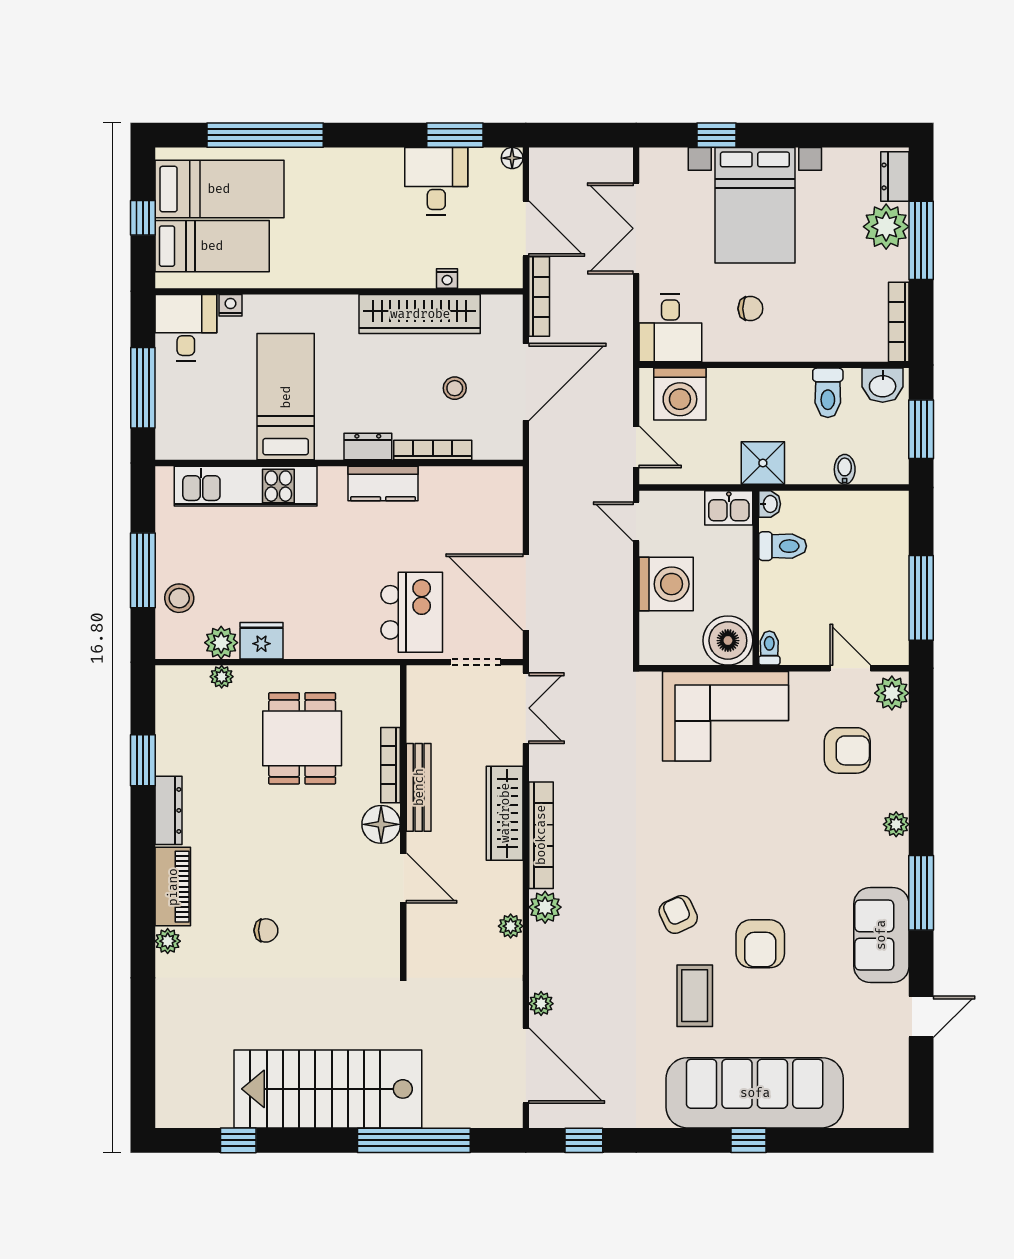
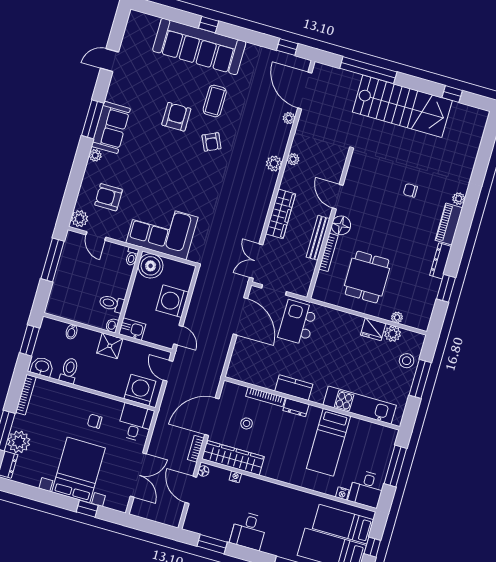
floor lamp: (512, 158) -> (203, 471), moved
desk: (436, 181) -> (249, 531), moved
bookcase: (539, 297) -> (196, 449), width x0.64
wardrobe: (420, 314) -> (233, 458), moved
bookcase: (541, 835) -> (266, 198), removed
sofa: (881, 935) -> (111, 127), moved

